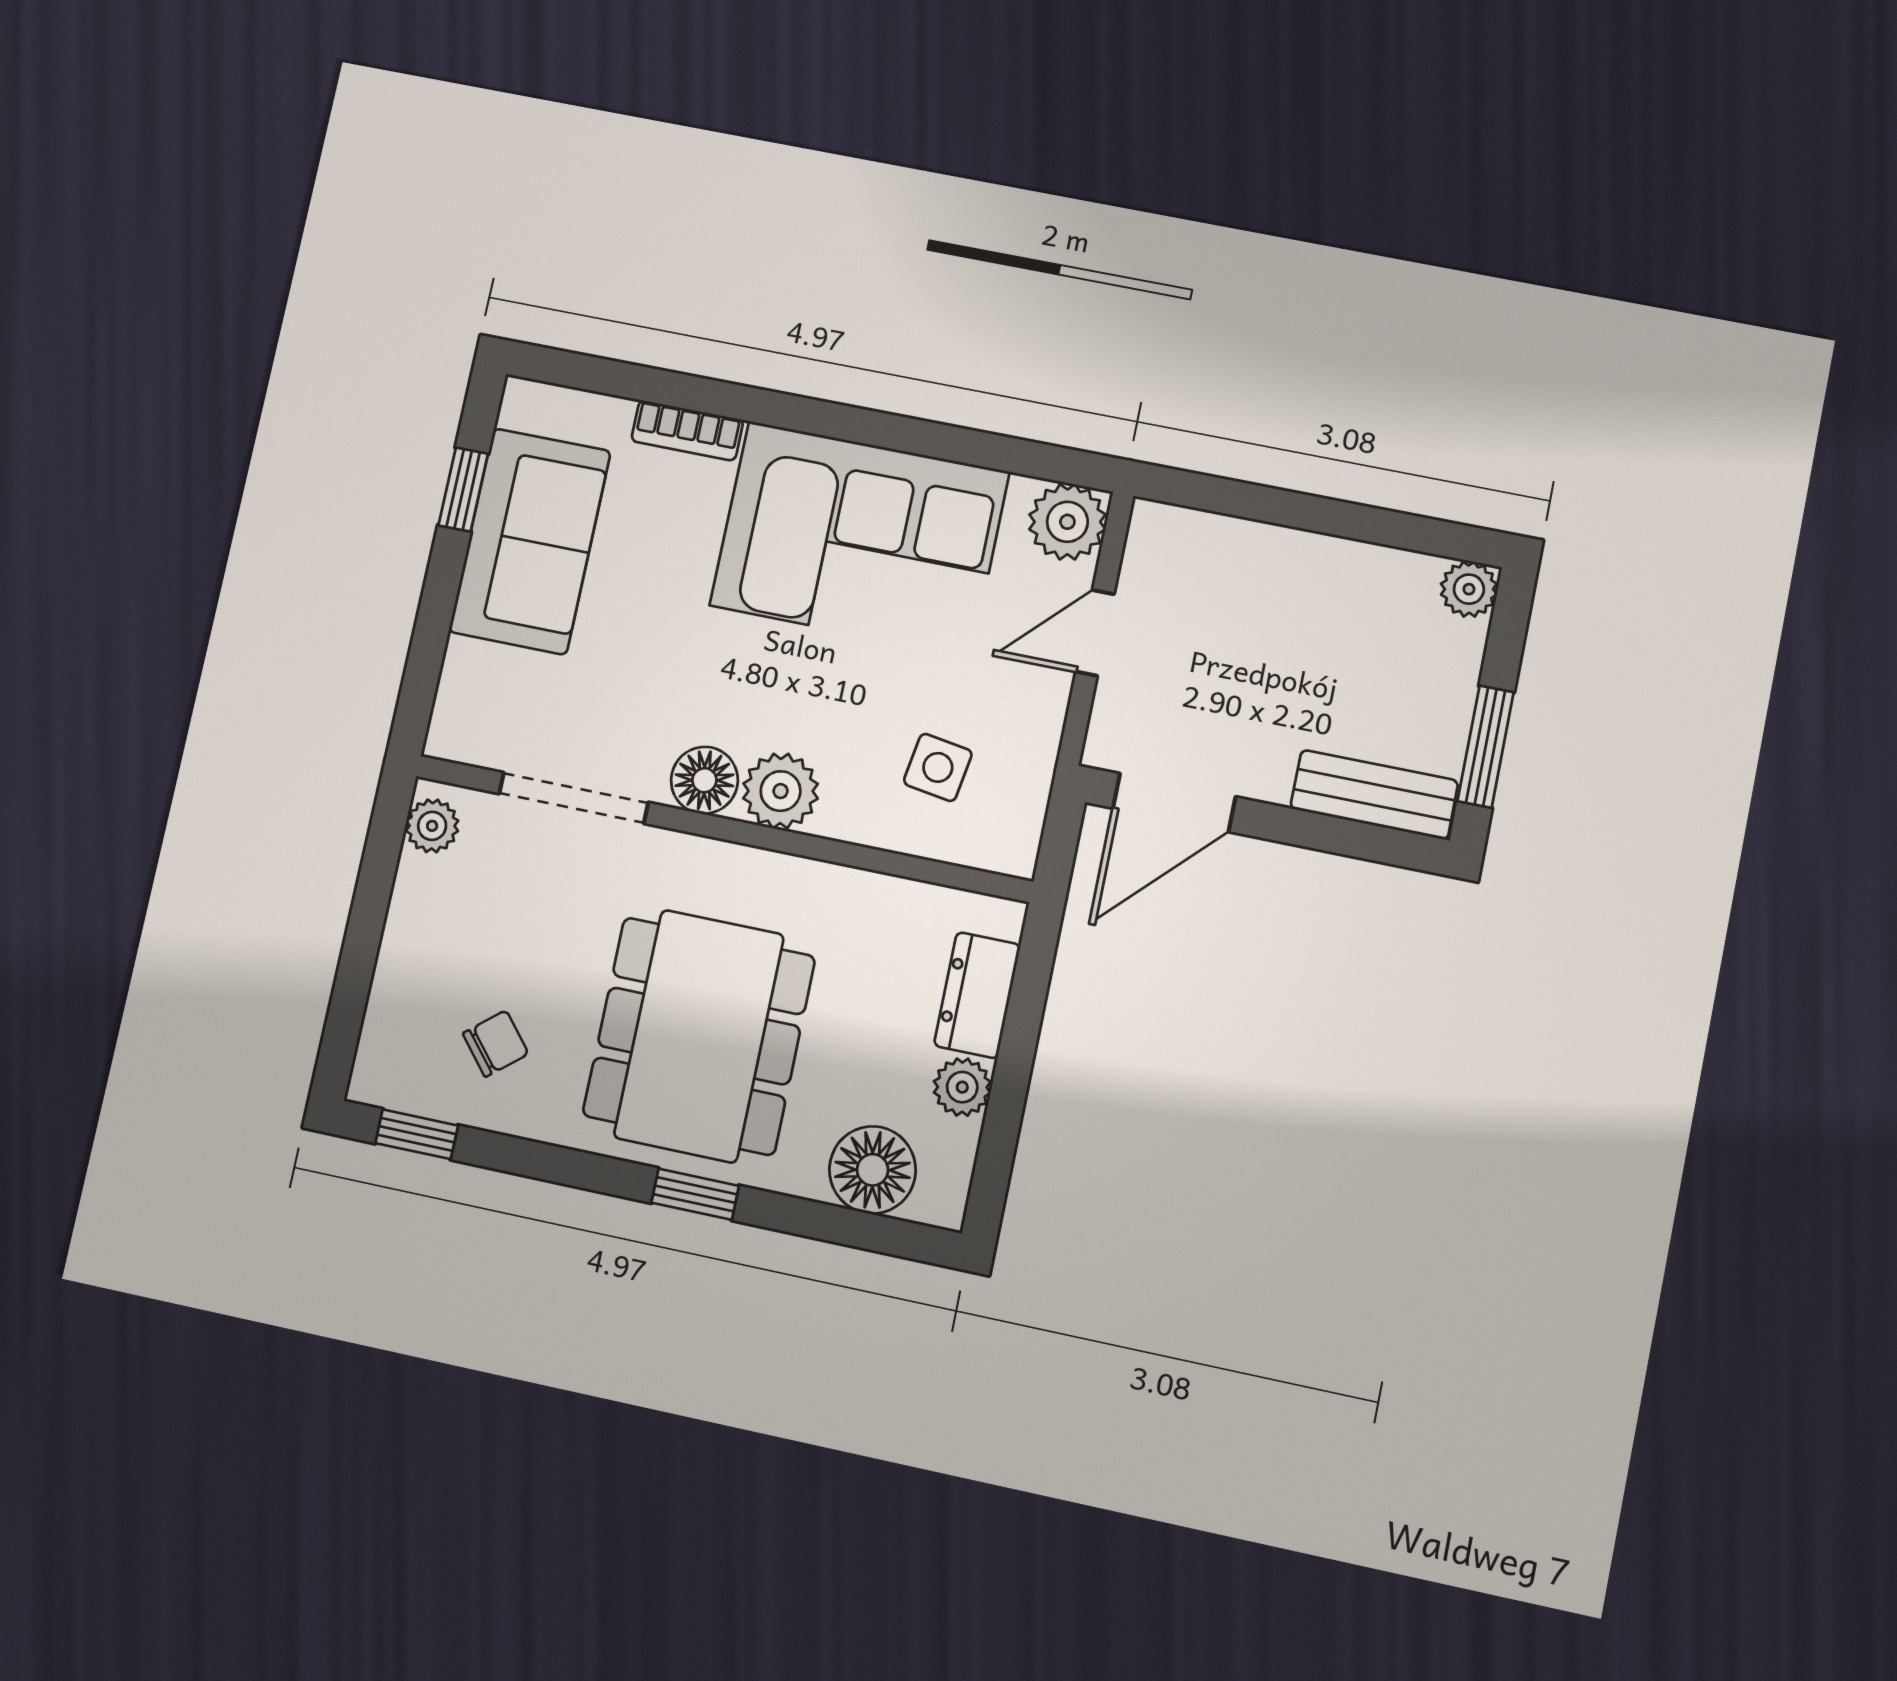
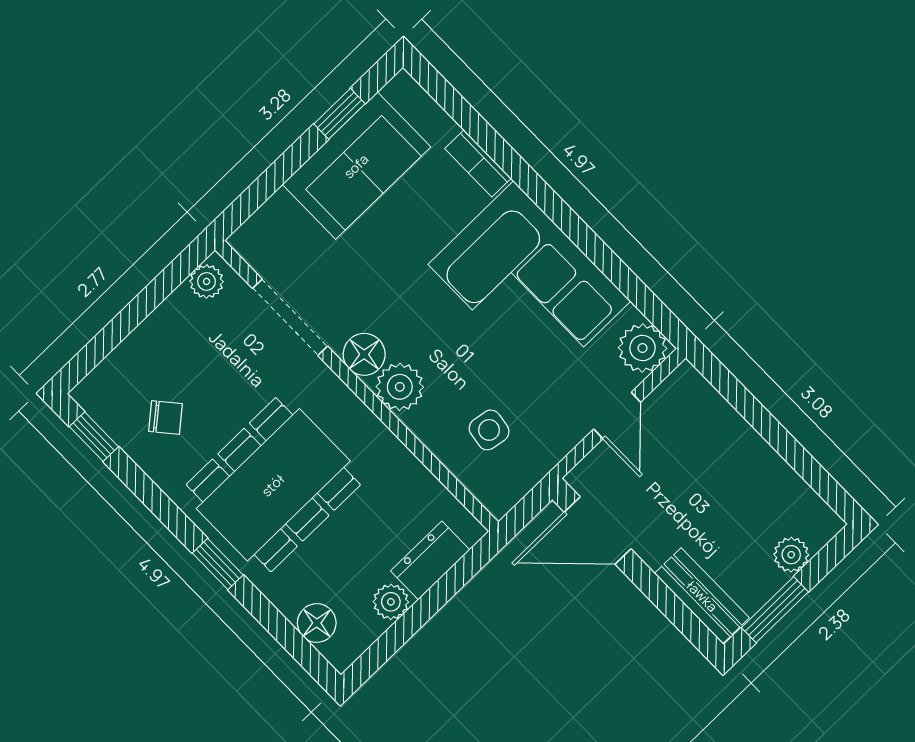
plant: (1469, 589) -> (791, 555), moved
door: (1095, 633) -> (617, 416), swing flipped
floor lamp: (873, 1170) -> (317, 623), width x0.73, depth x0.73

